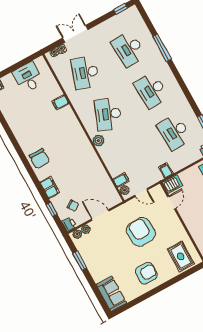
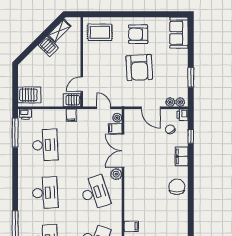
desk: (108, 114) -> (95, 193), turned -39
double door: (104, 164) -> (123, 151), added
armchair: (141, 232) -> (139, 68), moved
rug: (181, 256) -> (100, 32), turned 90

